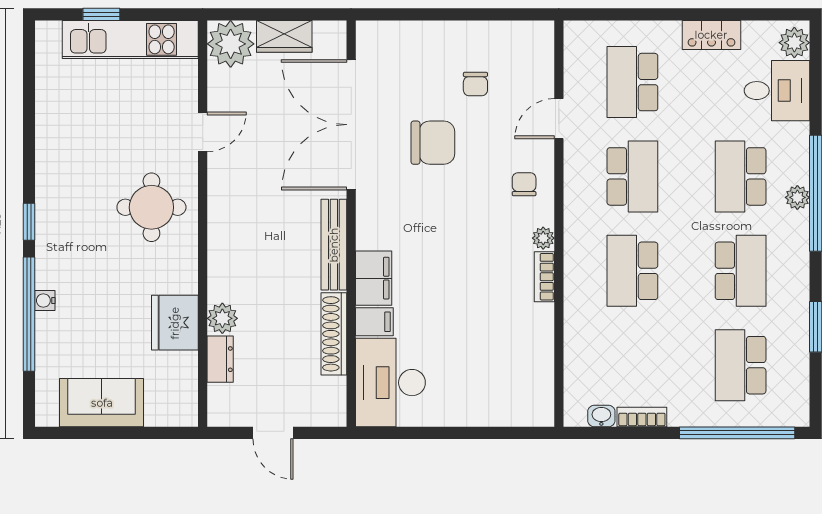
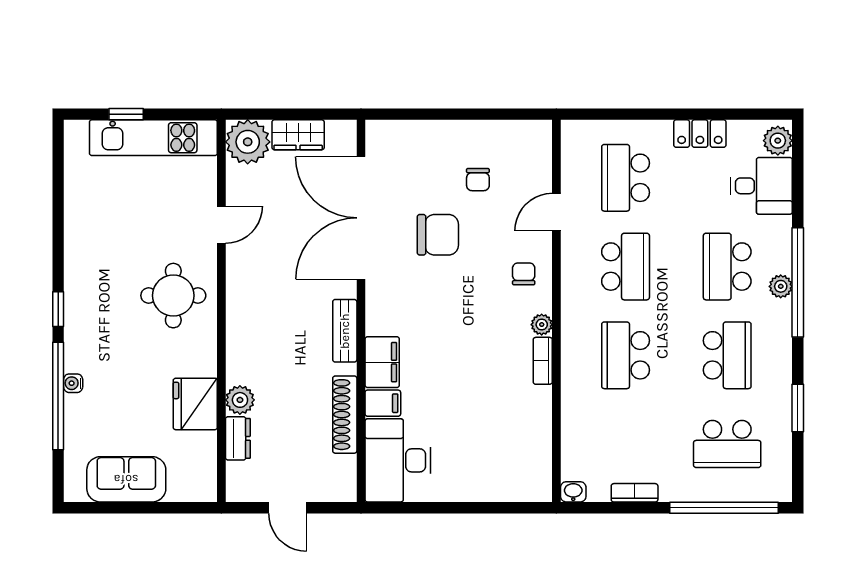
bench: (334, 245) -> (345, 331), width x0.73
school desk: (741, 365) -> (727, 444), turned -90
washbasin: (601, 416) -> (573, 492), moved

